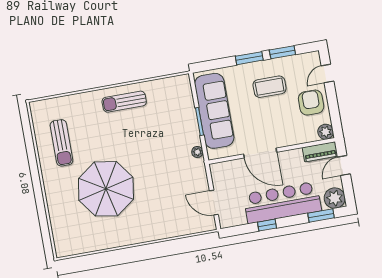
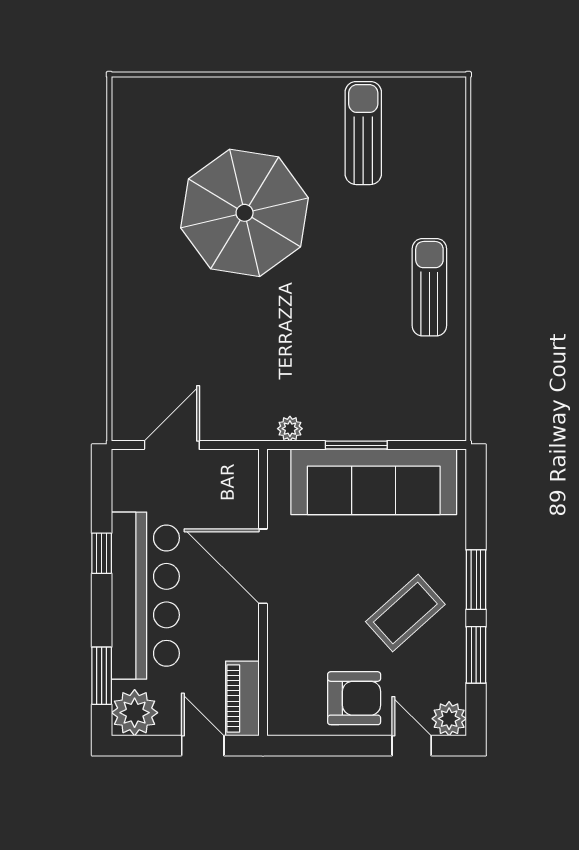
coffee table: (270, 87) -> (405, 613), turned 48
plant: (326, 132) -> (449, 719), moved
sun lounger: (61, 143) -> (363, 133), turned 90
door: (260, 153) -> (263, 566), hinge flipped

